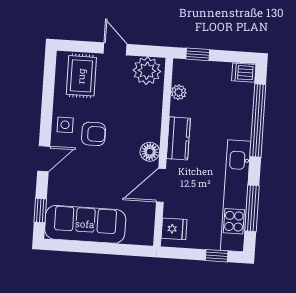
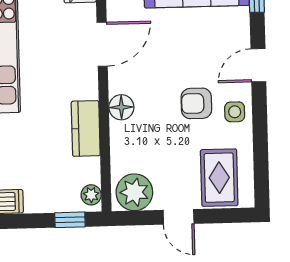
plant: (179, 92) -> (91, 195), moved
kitchen counter: (178, 138) -> (86, 128), moved
floor lamp: (150, 152) -> (121, 107), moved

